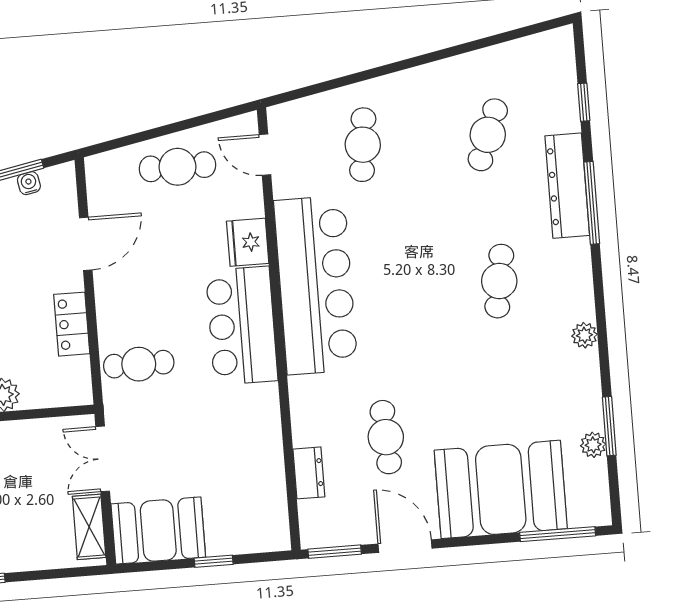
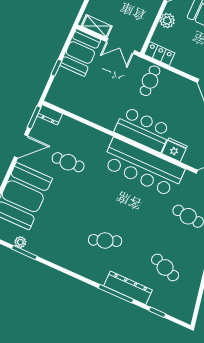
cafe table: (499, 281) -> (105, 240), turned -30
locker: (72, 324) -> (159, 54), moved
plant: (584, 335) -> (65, 262), removed
double door: (103, 459) -> (121, 46), swing flipped
dresser: (309, 473) -> (50, 115), moved

